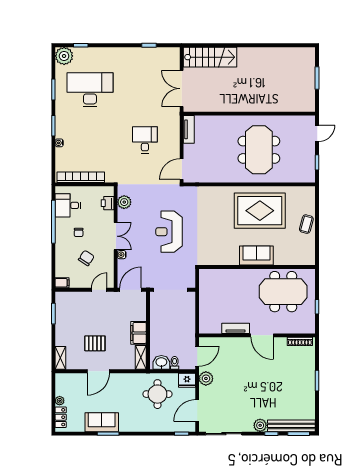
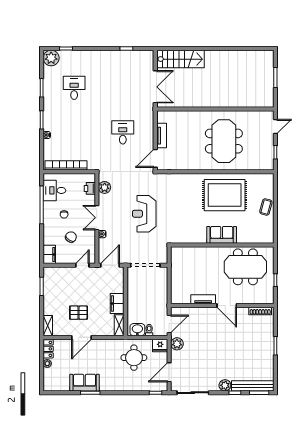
double door: (182, 89) -> (155, 87), swing flipped
desk: (90, 90) -> (74, 88), width x0.53, depth x0.77
tv unit: (189, 129) -> (162, 136), moved
double door: (116, 236) -> (97, 218), swing flipped
filing cabinet: (62, 283) -> (49, 254), width x2.00
locker: (61, 417) -> (48, 349), moved

